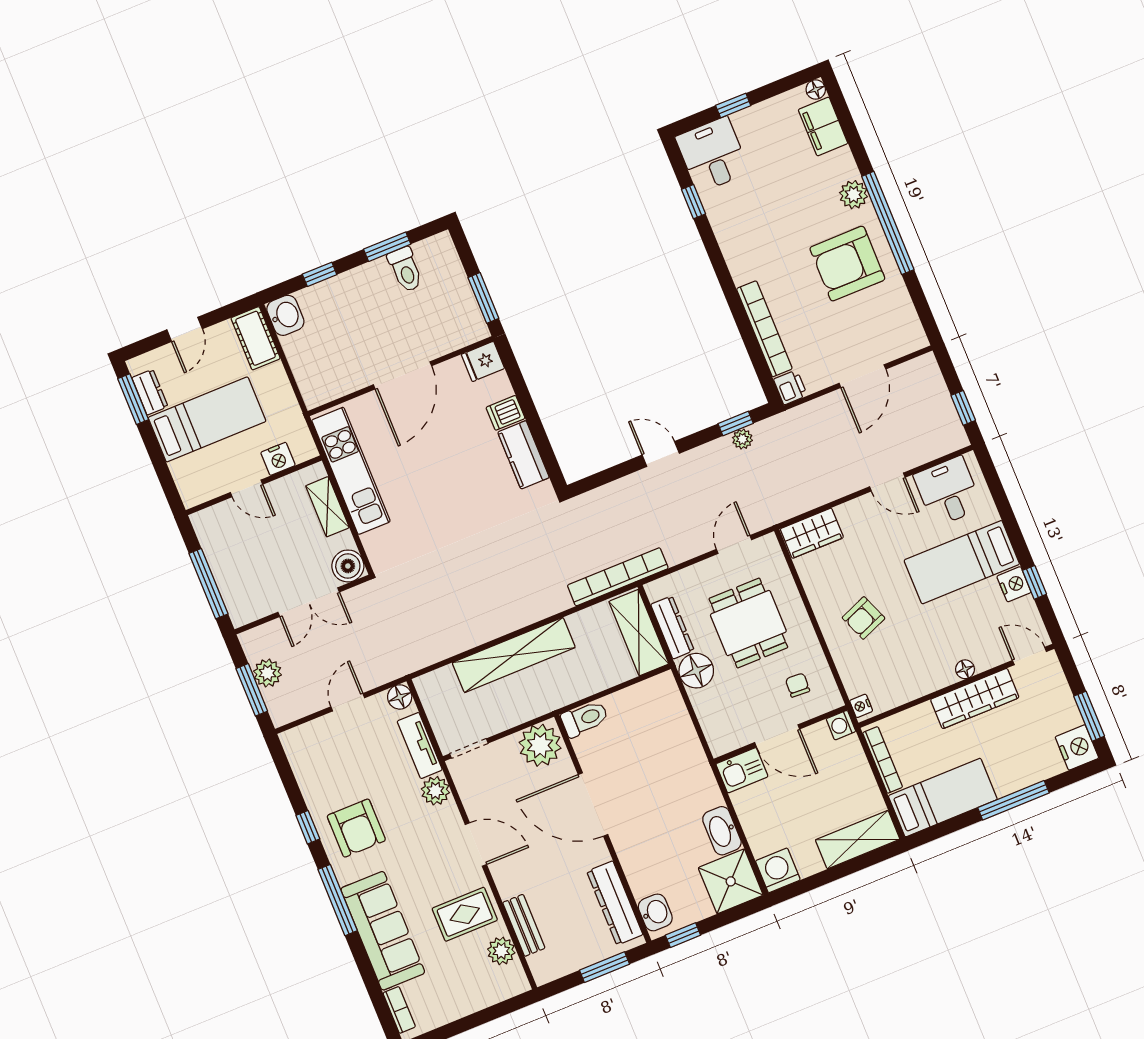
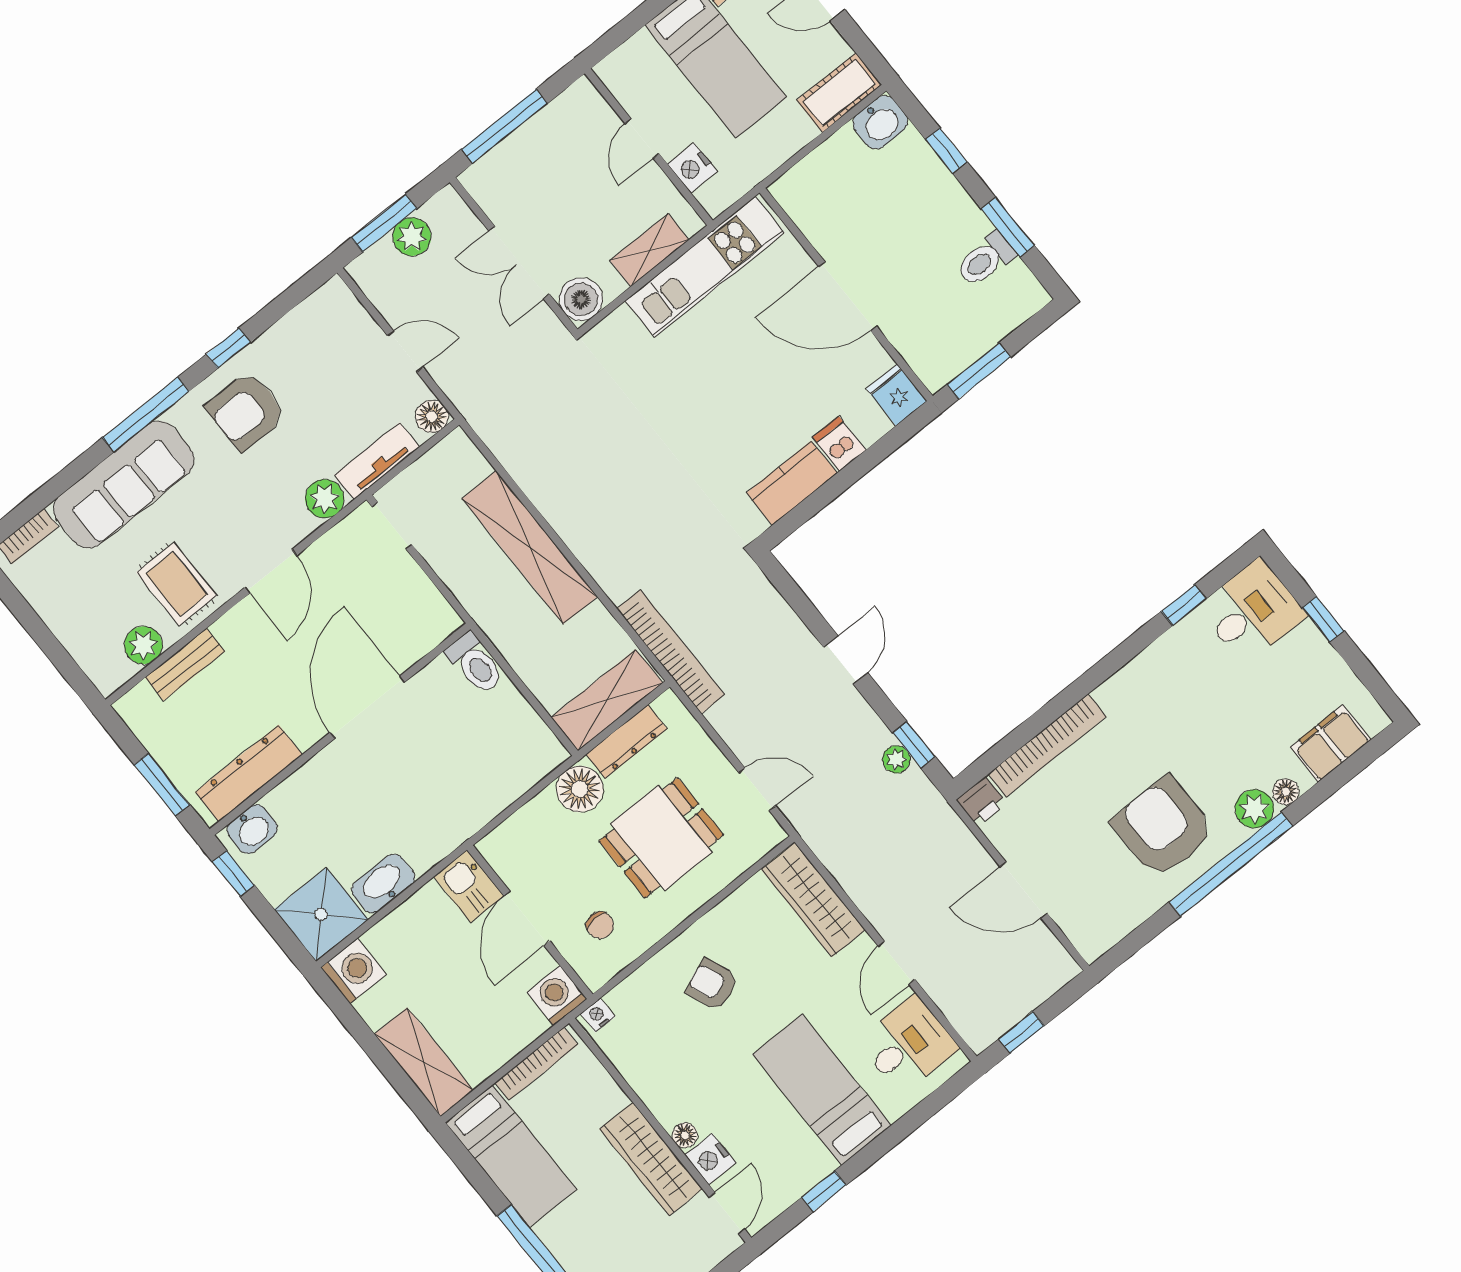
floor lamp: (816, 90) -> (1286, 792), moved
wardrobe: (812, 533) -> (813, 900), width x1.50
nightstand: (1014, 584) -> (710, 1159), moved, turned 90
chair: (798, 685) -> (600, 925), turned 84
washing machine: (841, 725) -> (557, 996), width x1.38, depth x1.38
plant: (540, 745) -> (423, 616), removed

